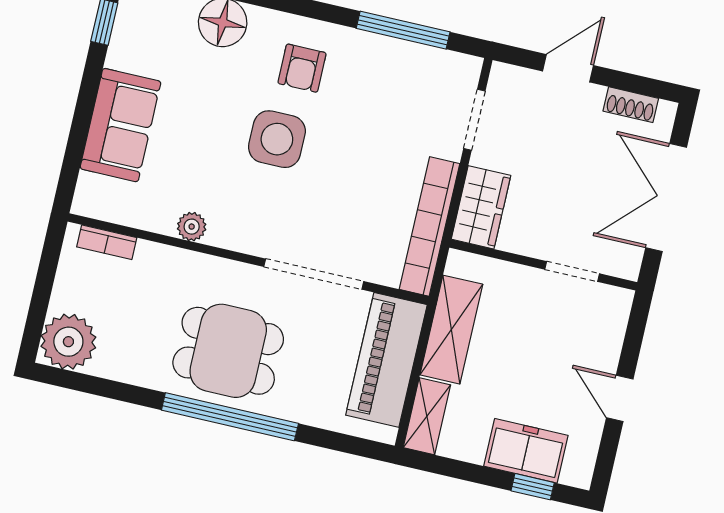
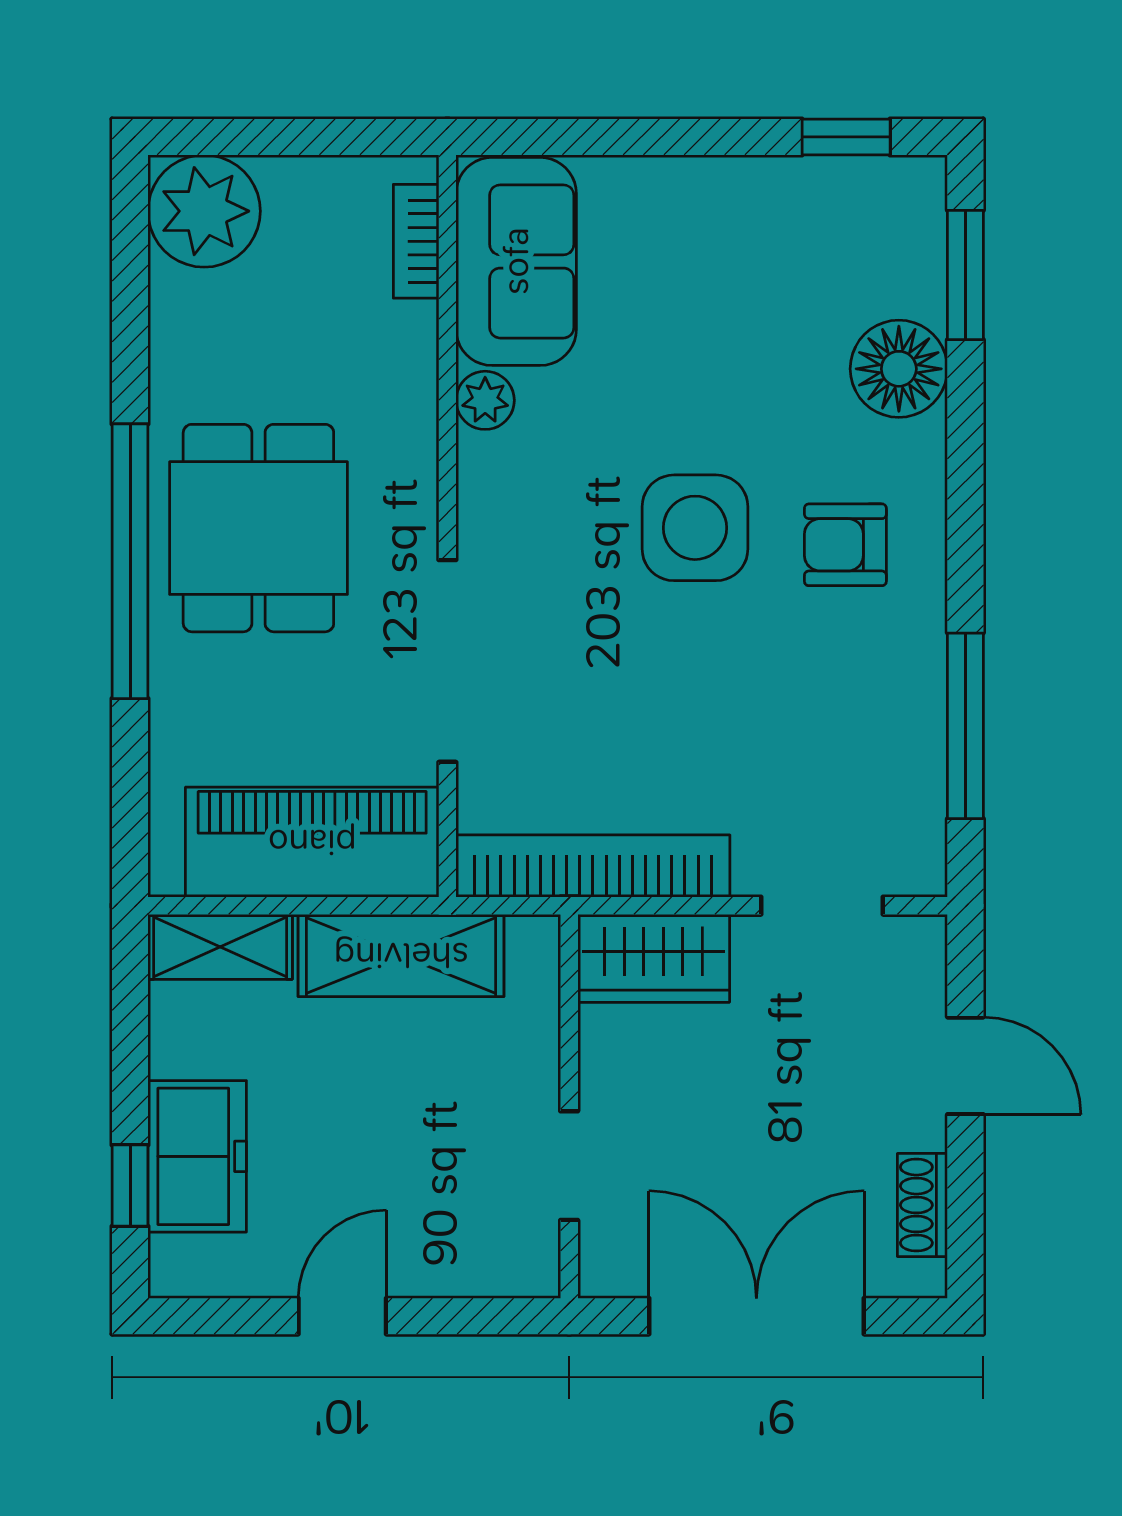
sofa: (120, 125) -> (516, 261), moved, turned -90

